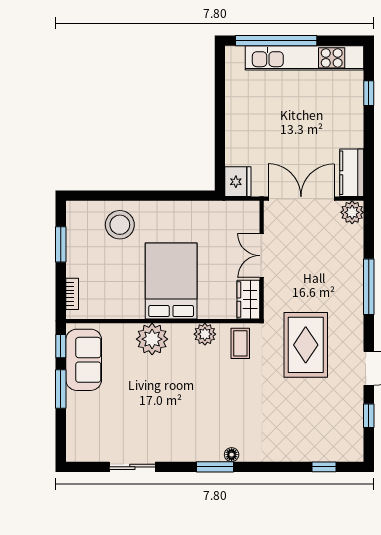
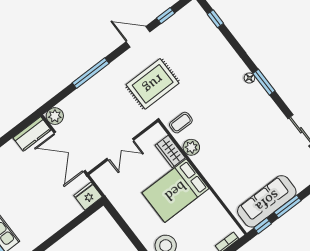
wardrobe: (248, 300) -> (170, 152), moved, turned 90
plant: (152, 339) -> (218, 176), removed
sofa: (84, 360) -> (267, 201), width x1.36

